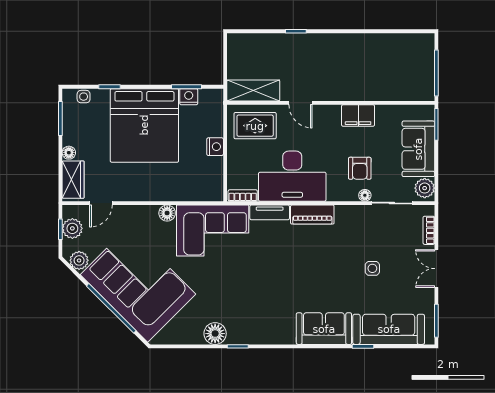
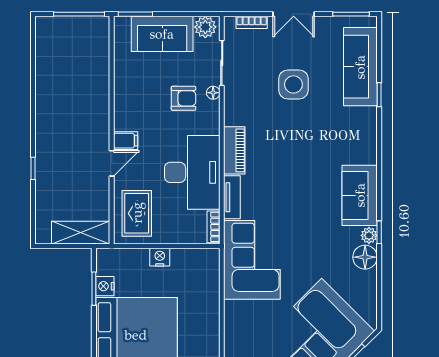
shelving: (253, 90) -> (81, 233), moved, turned 90
filing cabinet: (358, 116) -> (126, 141), moved, width x0.50
floor lamp: (167, 213) -> (233, 310), removed
side table: (372, 268) -> (293, 84), width x1.87, depth x1.87
sofa: (324, 329) -> (360, 195), moved
plant: (235, 337) -> (369, 235), added

